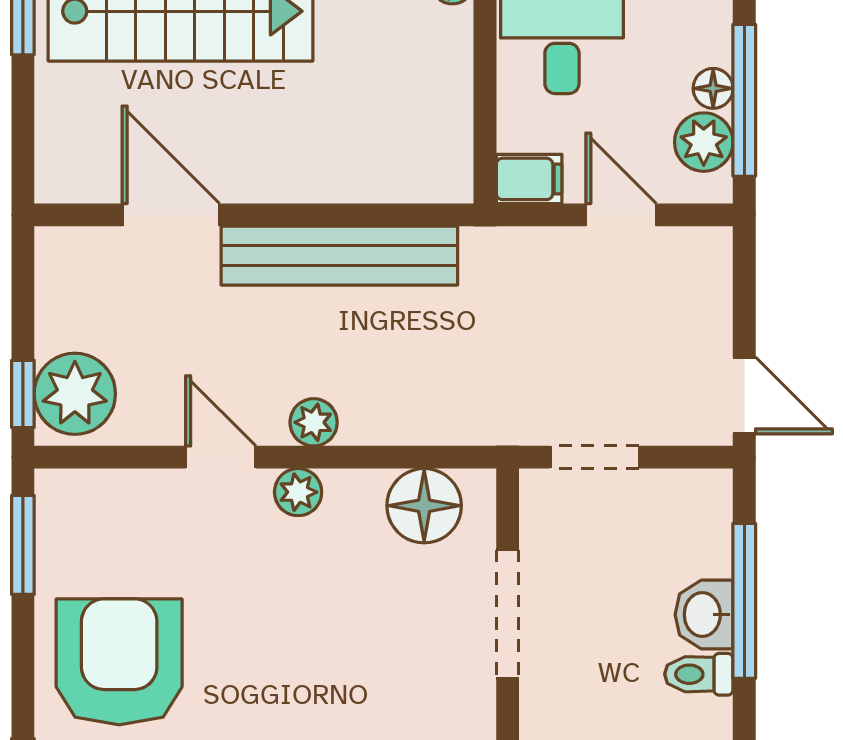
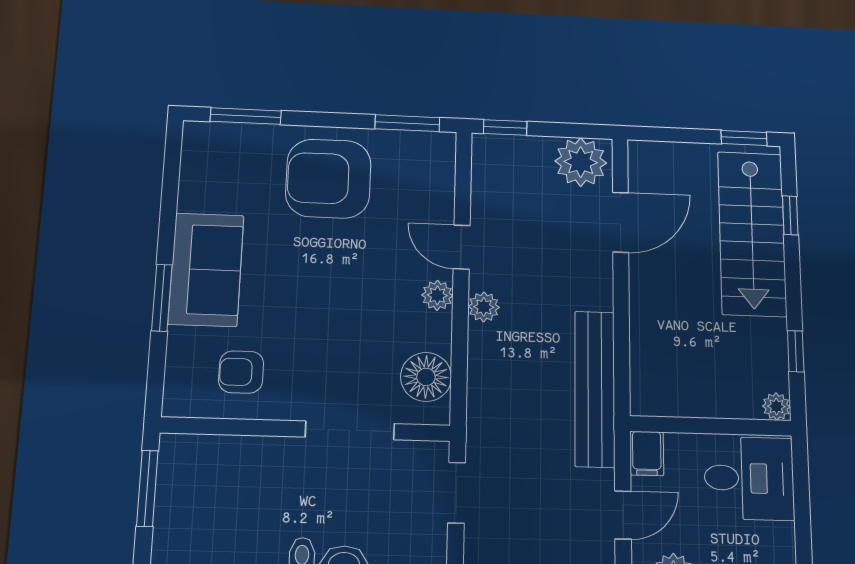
bench: (339, 256) -> (595, 389), moved
plant: (75, 394) -> (581, 162), moved
door: (221, 457) -> (462, 247), swing flipped
armchair: (119, 662) -> (328, 179), turned 180

